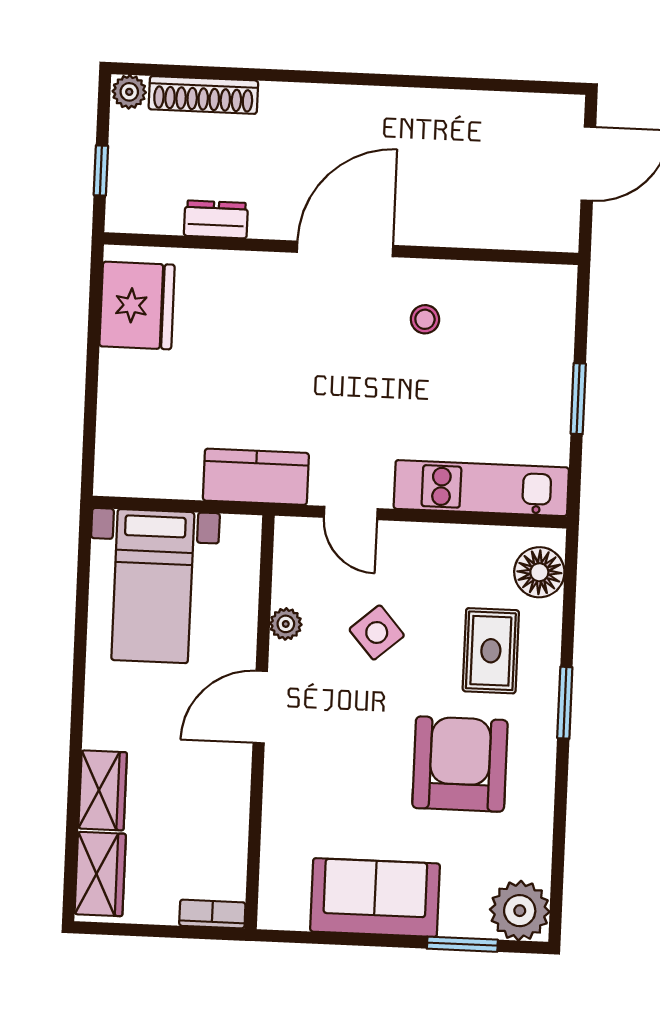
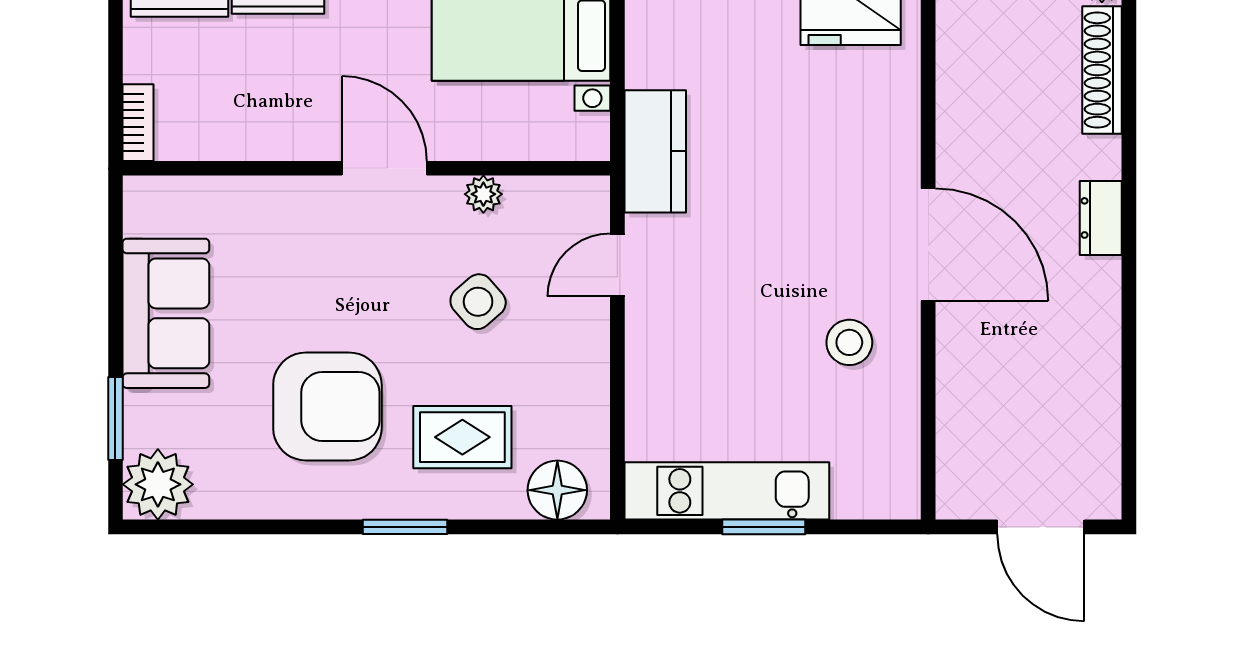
dresser: (216, 219) -> (1101, 218), moved, turned 180
stool: (425, 319) -> (849, 342), width x1.37, depth x1.37
kitchen unit: (481, 488) -> (727, 491), moved, turned -90

